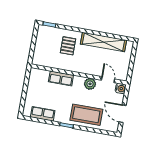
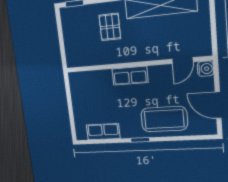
row of seats: (61, 78) -> (130, 76), moved
door: (108, 80) -> (183, 61), swing flipped
plant: (90, 84) -> (157, 74), removed

